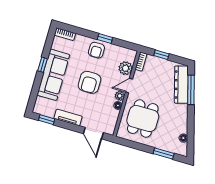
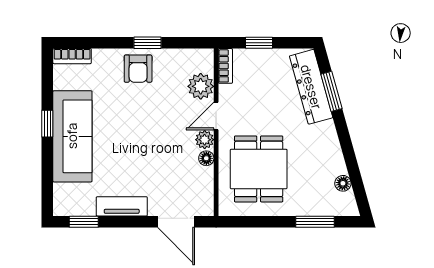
armchair: (90, 82) -> (142, 131), removed
window: (191, 90) -> (331, 91), width x0.69

